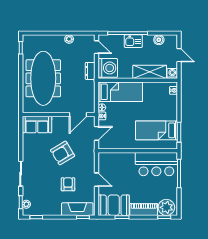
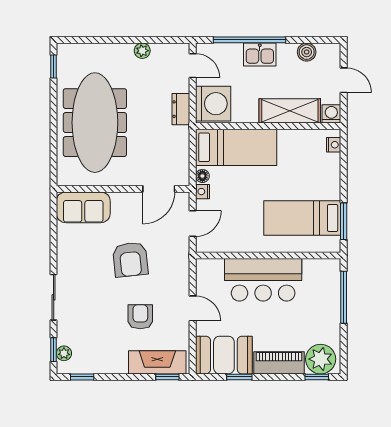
armchair: (63, 153) -> (130, 259), turned -65
bar counter: (156, 164) -> (263, 280), moved

